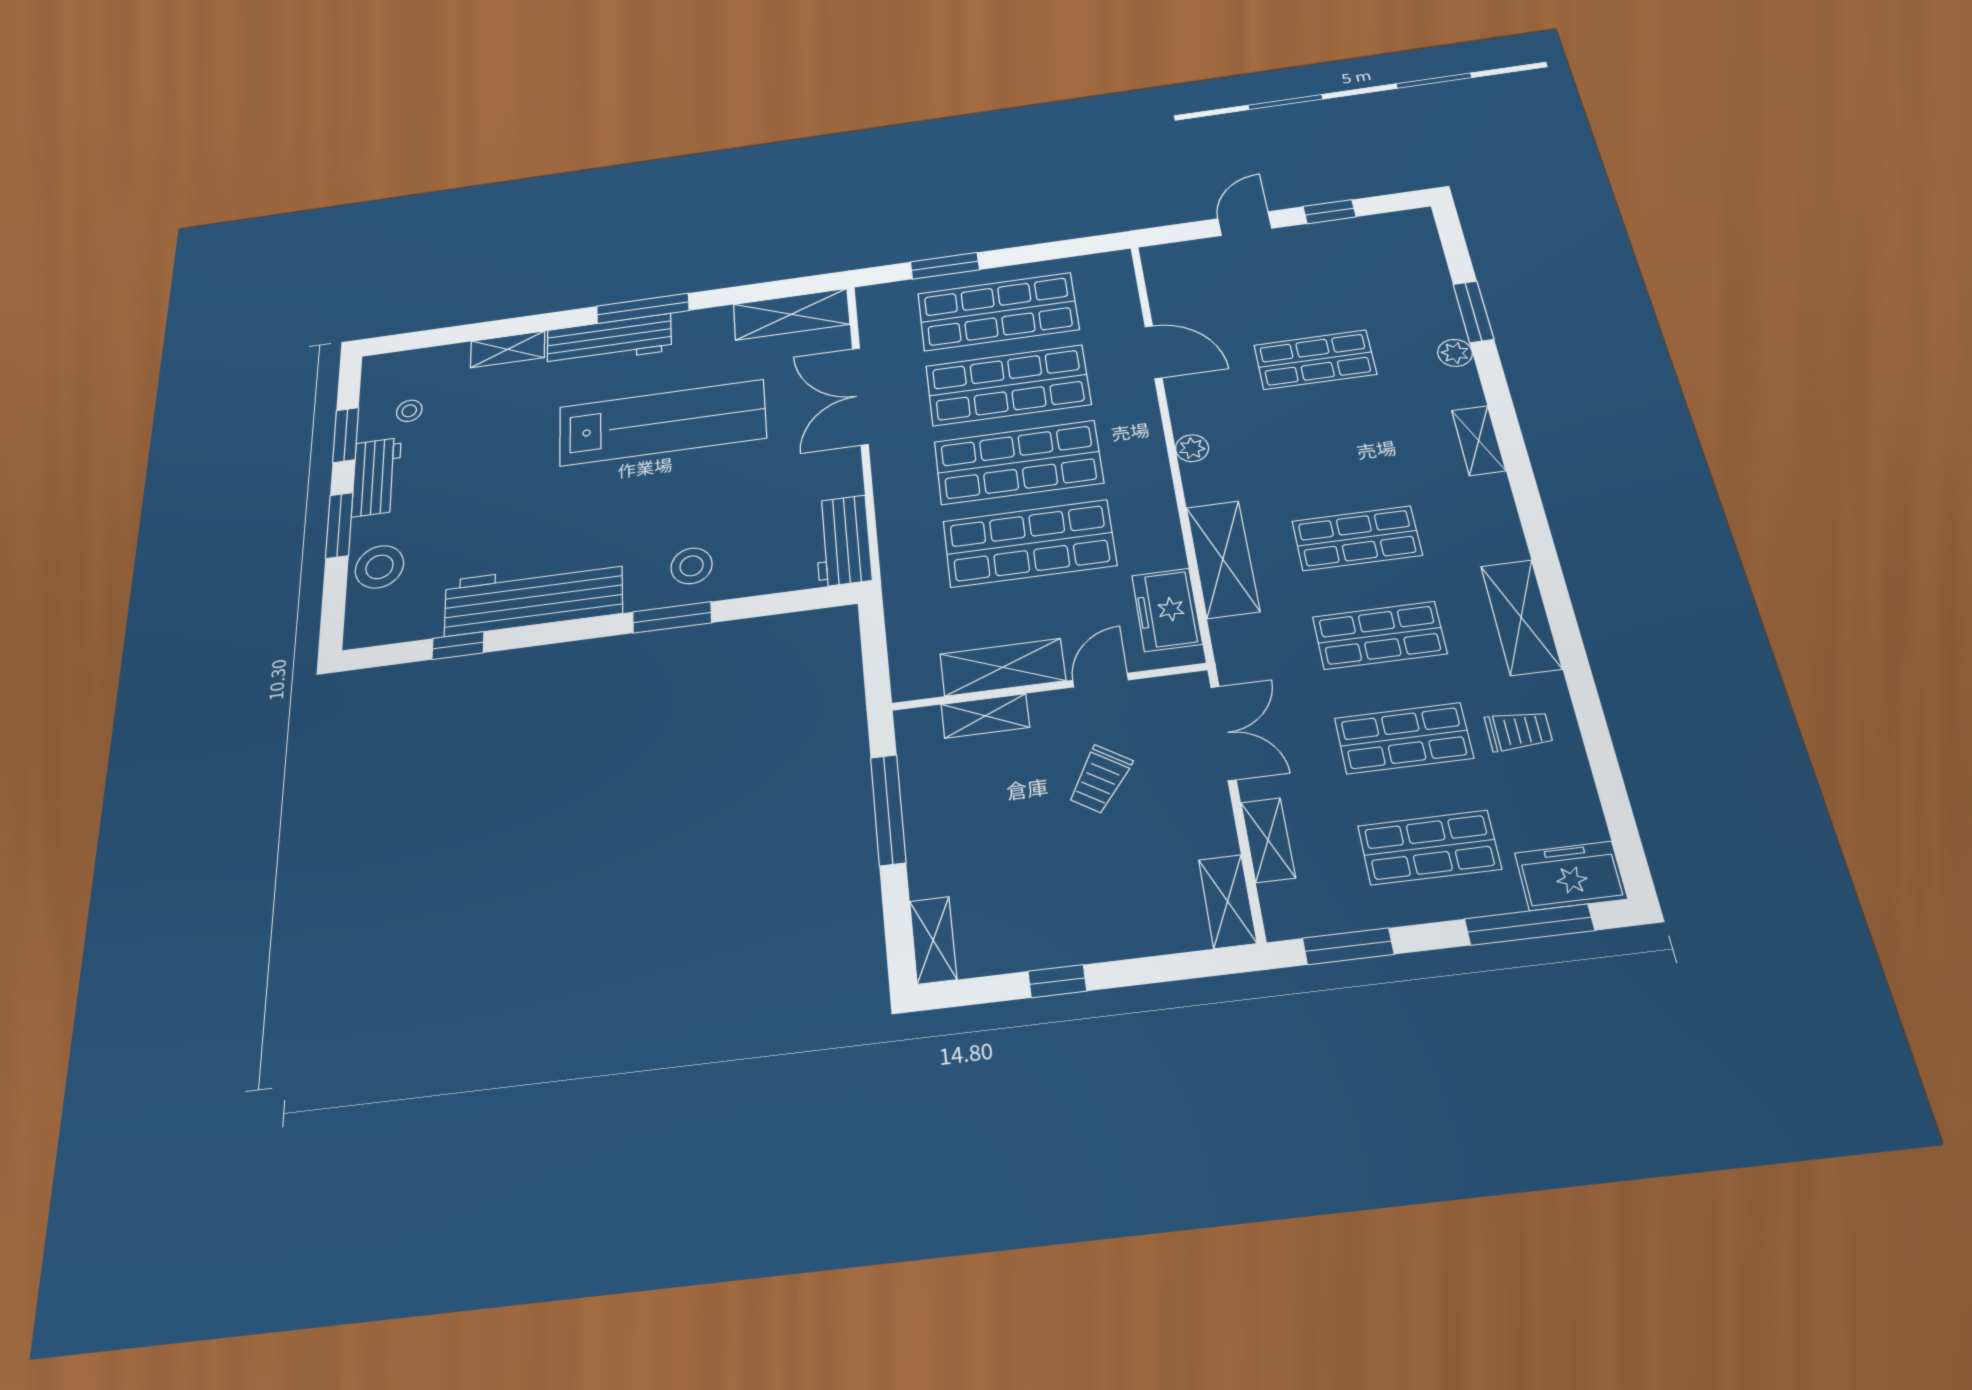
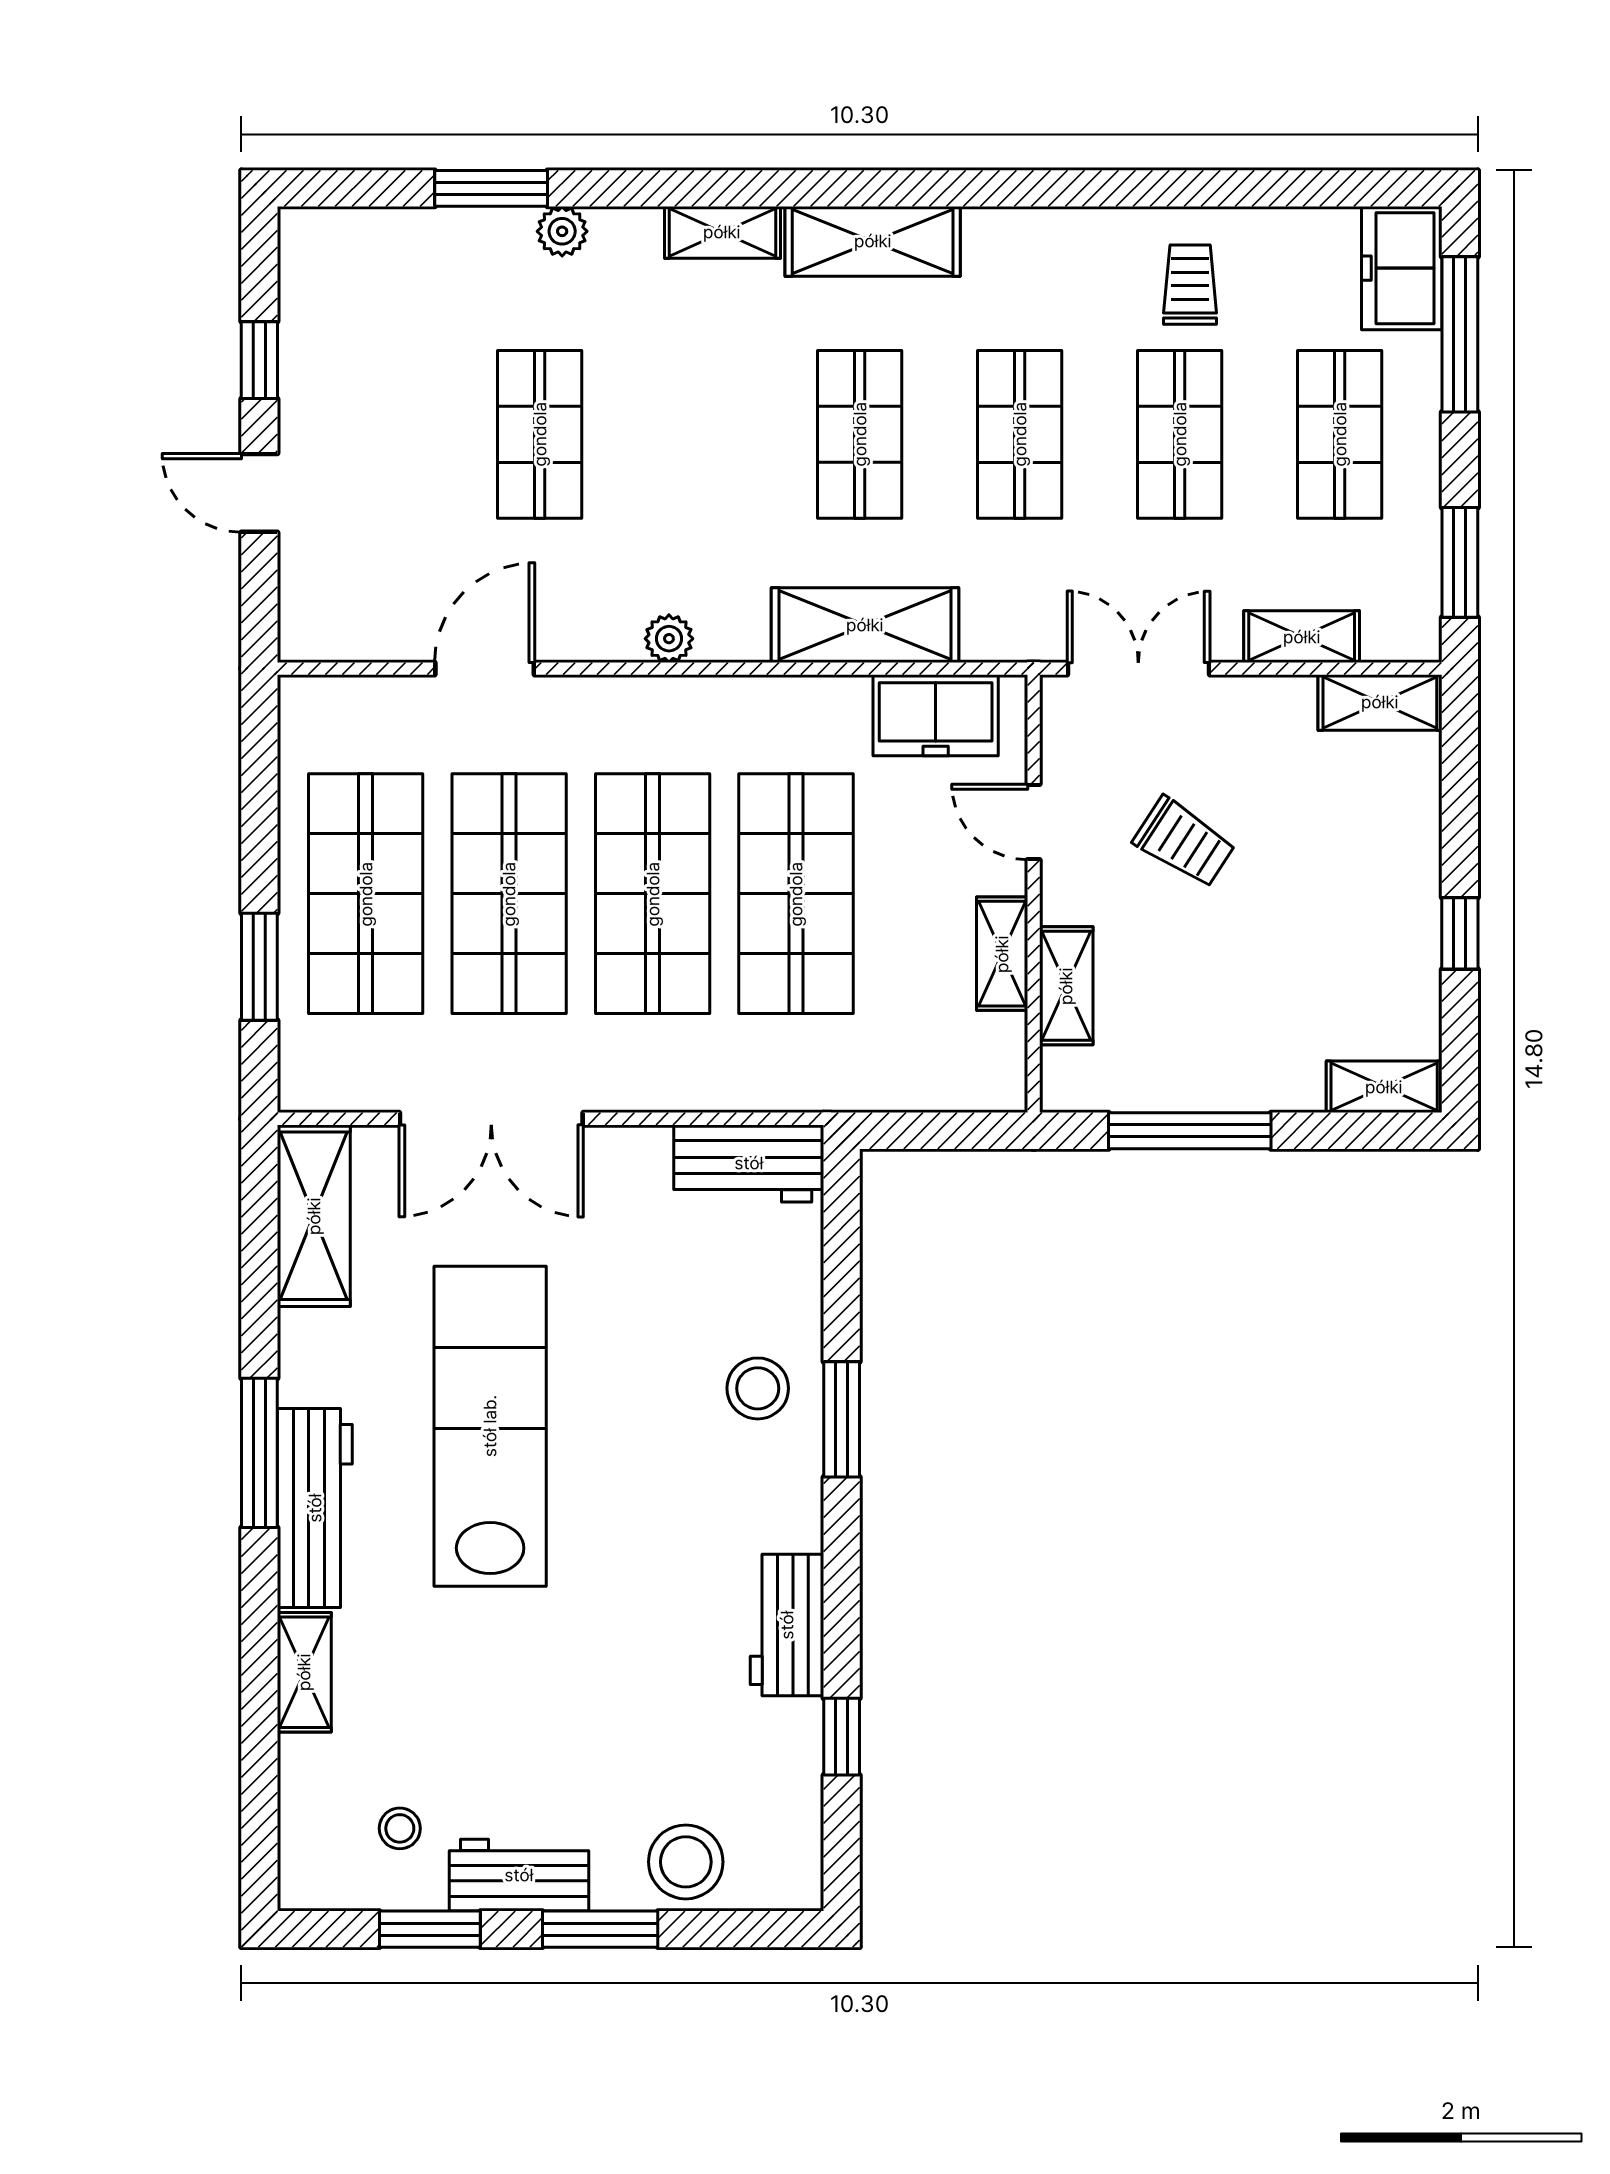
workbench: (534, 597) -> (787, 1625), width x0.53, depth x0.76
shelving: (1521, 617) -> (873, 241), moved
shelving: (1003, 667) -> (1002, 954), width x0.67, depth x0.75

